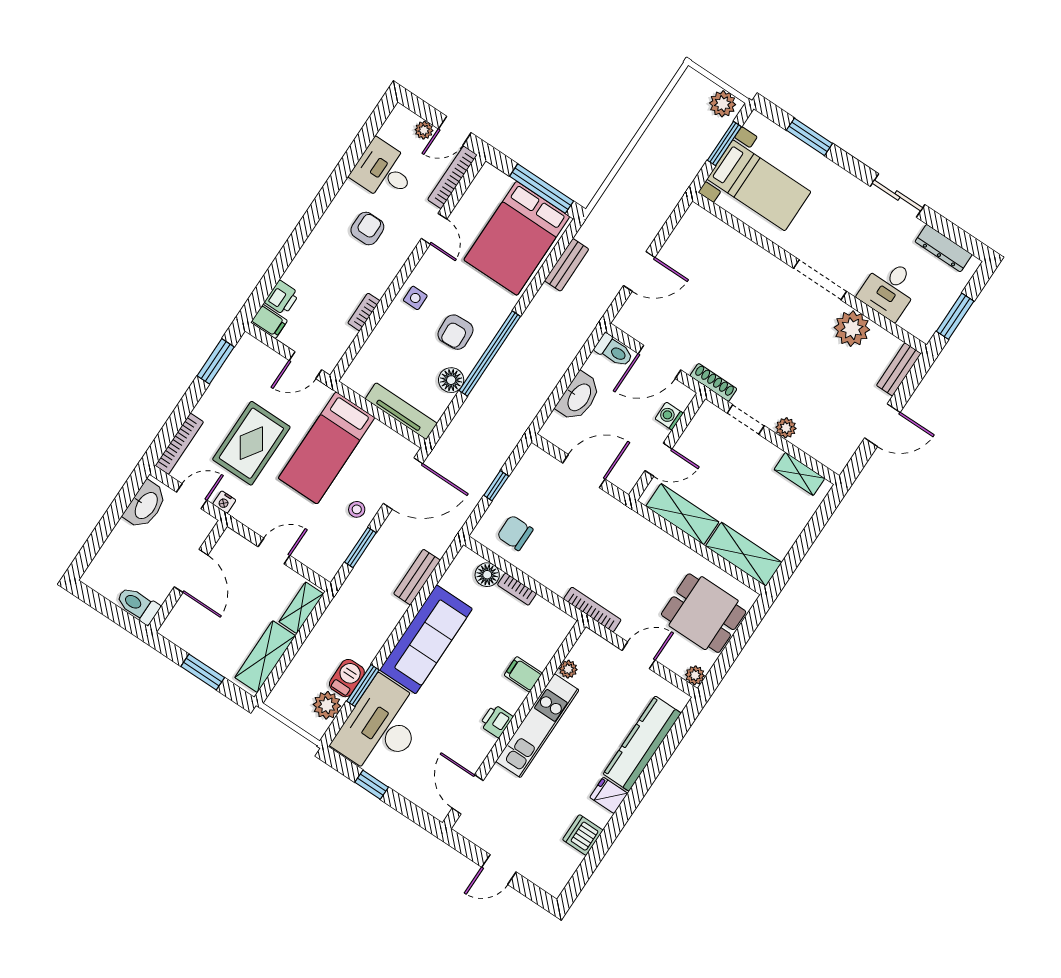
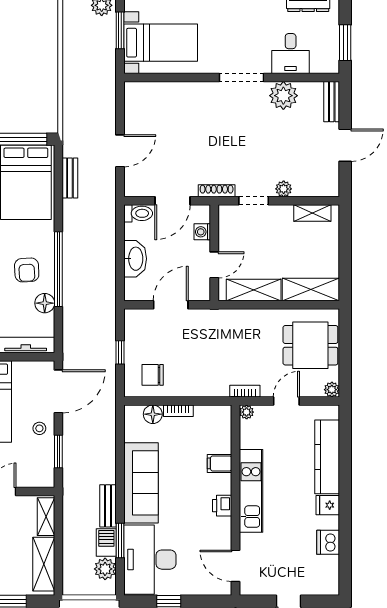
bench: (417, 577) -> (108, 506), moved
bookcase: (592, 609) -> (245, 391), width x0.64
plant: (568, 669) -> (247, 412), moved

